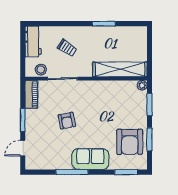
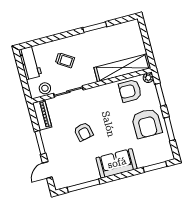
armchair: (121, 93) -> (130, 91), added
armchair: (130, 142) -> (147, 123), moved
window: (72, 172) -> (84, 186), moved

